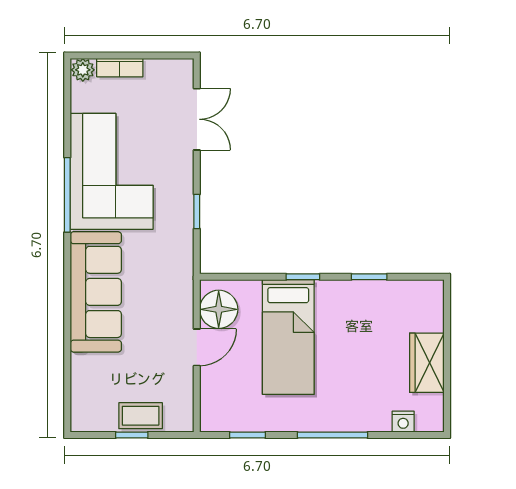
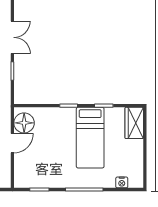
double door: (197, 119) -> (12, 37), moved
bed: (288, 337) -> (90, 138), moved
wardrobe: (427, 363) -> (134, 123), moved

